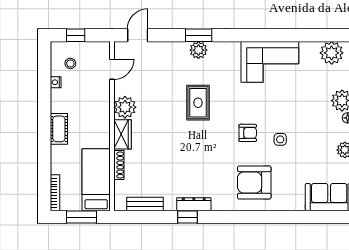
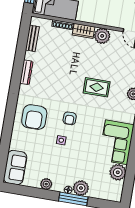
plant: (332, 53) -> (118, 172), moved
armchair: (254, 182) -> (34, 117), turned 180
window: (188, 217) -> (18, 66), removed

